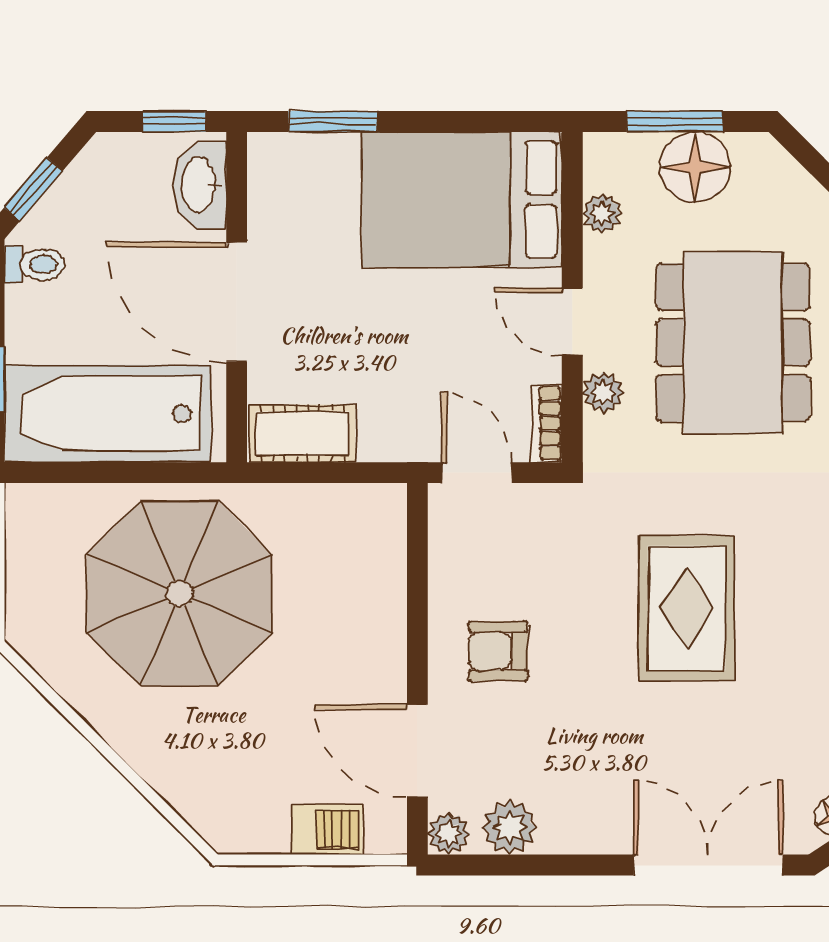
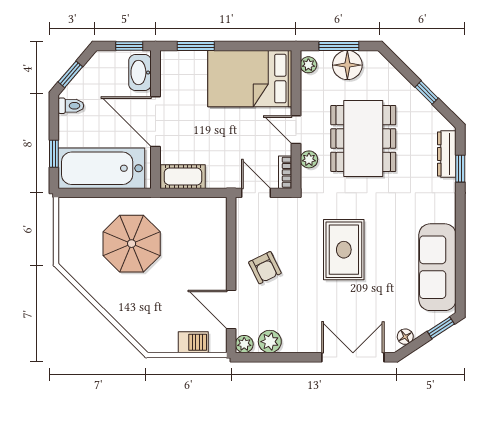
plant: (602, 214) -> (308, 65), moved
parasol: (180, 594) -> (132, 244), width x0.73, depth x0.73
armchair: (498, 651) -> (265, 268), turned -116

